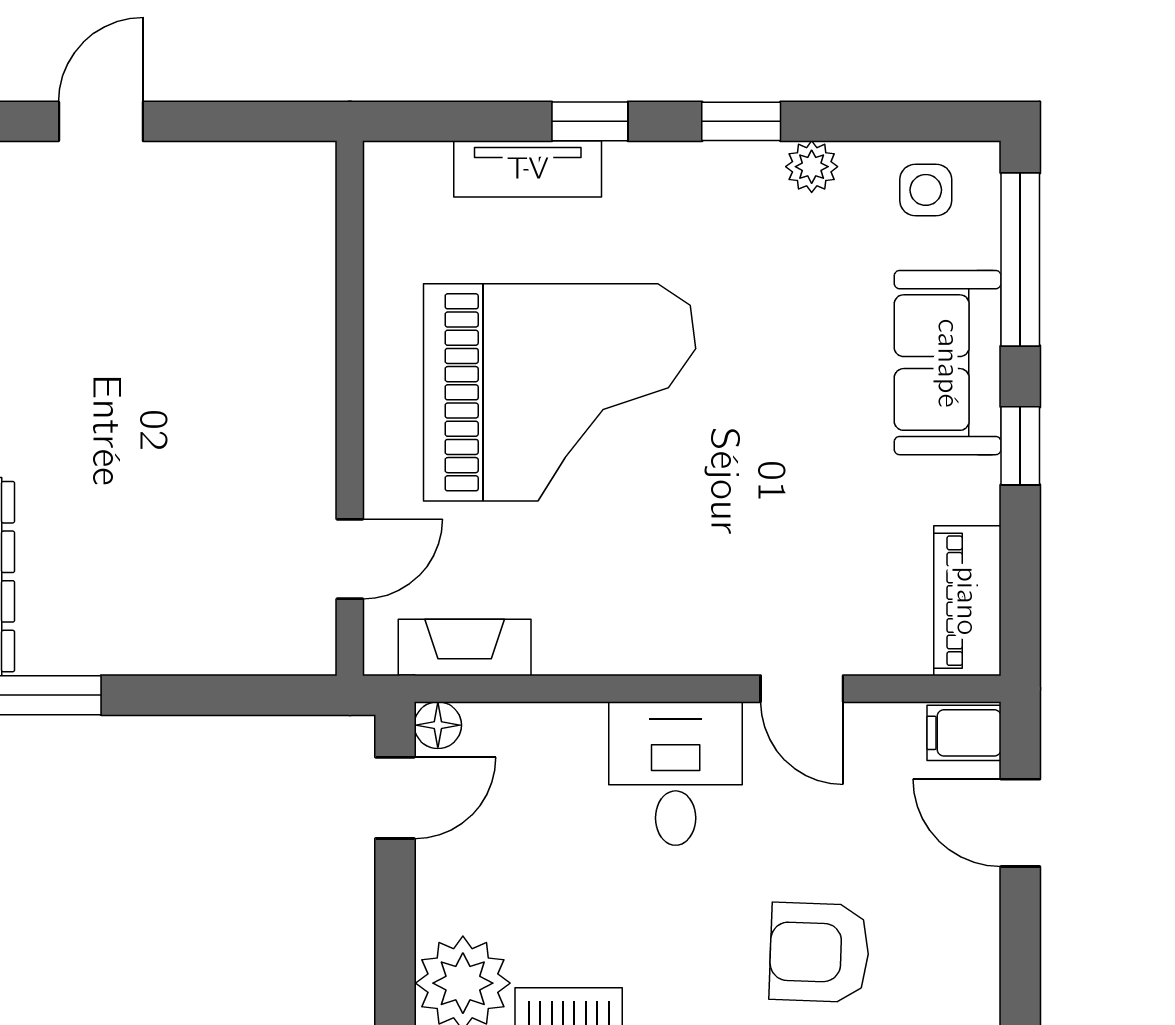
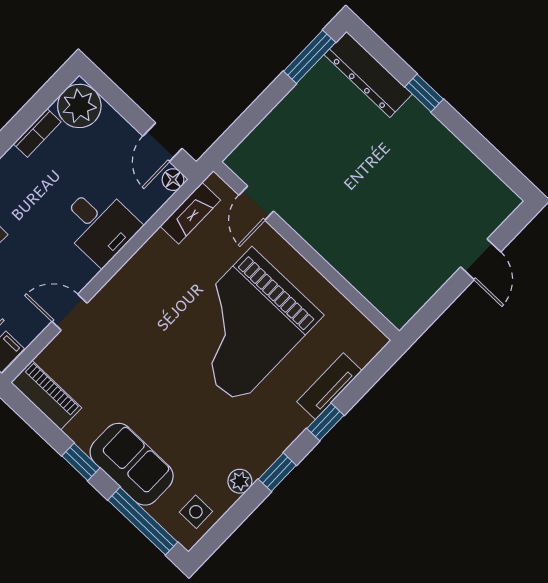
desk: (676, 773) -> (99, 225), moved

